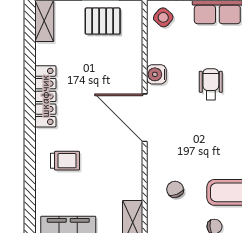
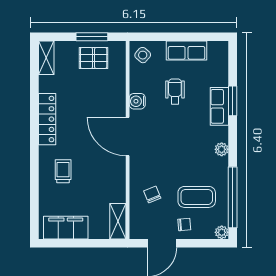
wheelchair: (211, 84) -> (175, 91), moved
trolley: (65, 161) -> (63, 171), turned -90

